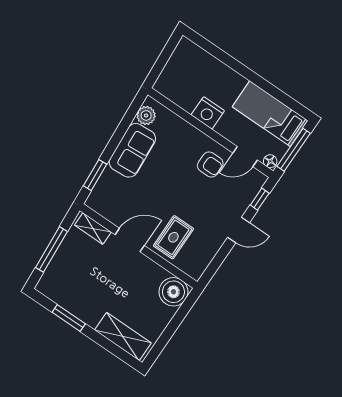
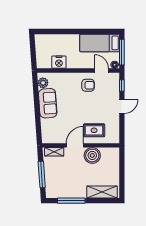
nightstand: (208, 113) -> (59, 62), moved
door: (245, 156) -> (102, 70), swing flipped
window: (95, 175) -> (38, 126), removed
rug: (173, 237) -> (94, 130), turned 90
boiler: (173, 292) -> (92, 155), moved
window: (69, 318) -> (71, 201), width x1.44

